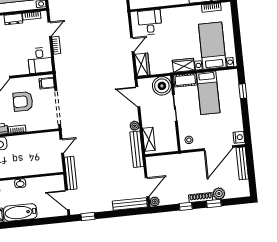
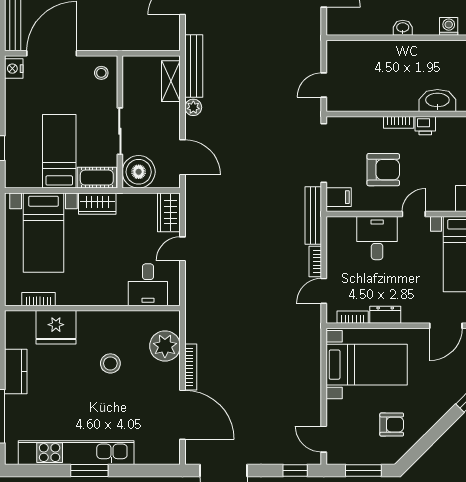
desk: (40, 60) -> (377, 238), moved
bench: (71, 173) -> (313, 216), moved

